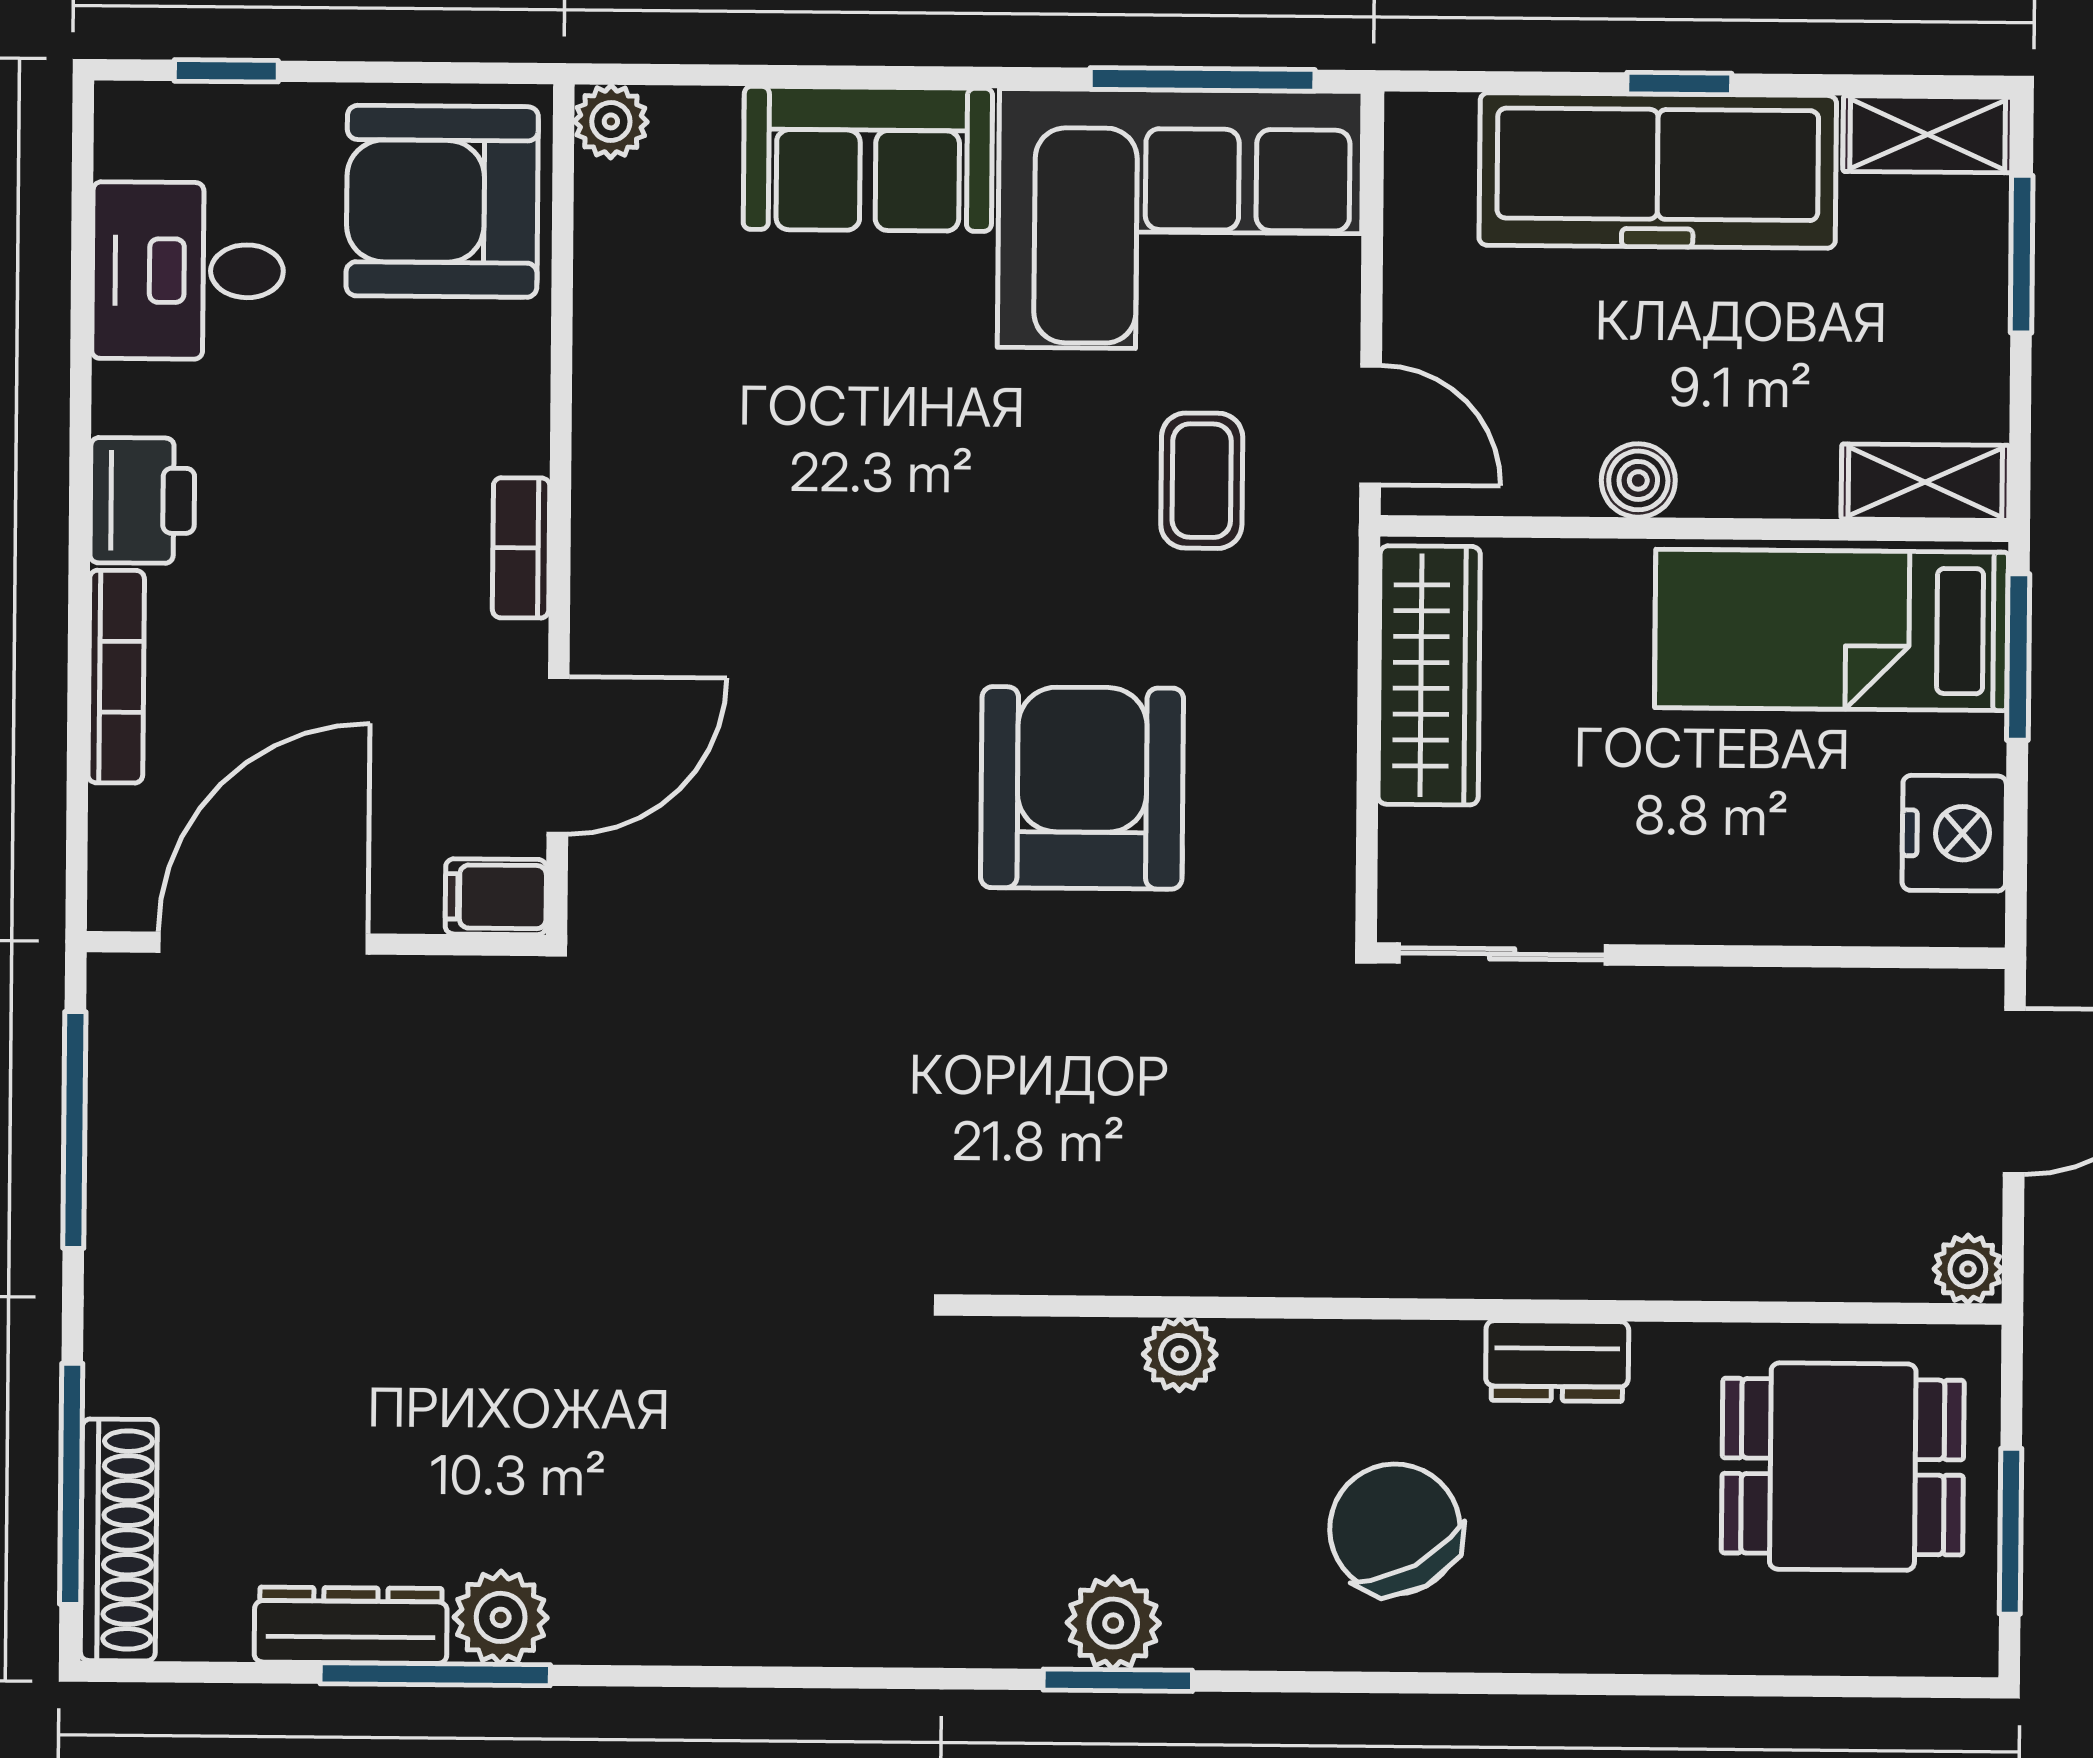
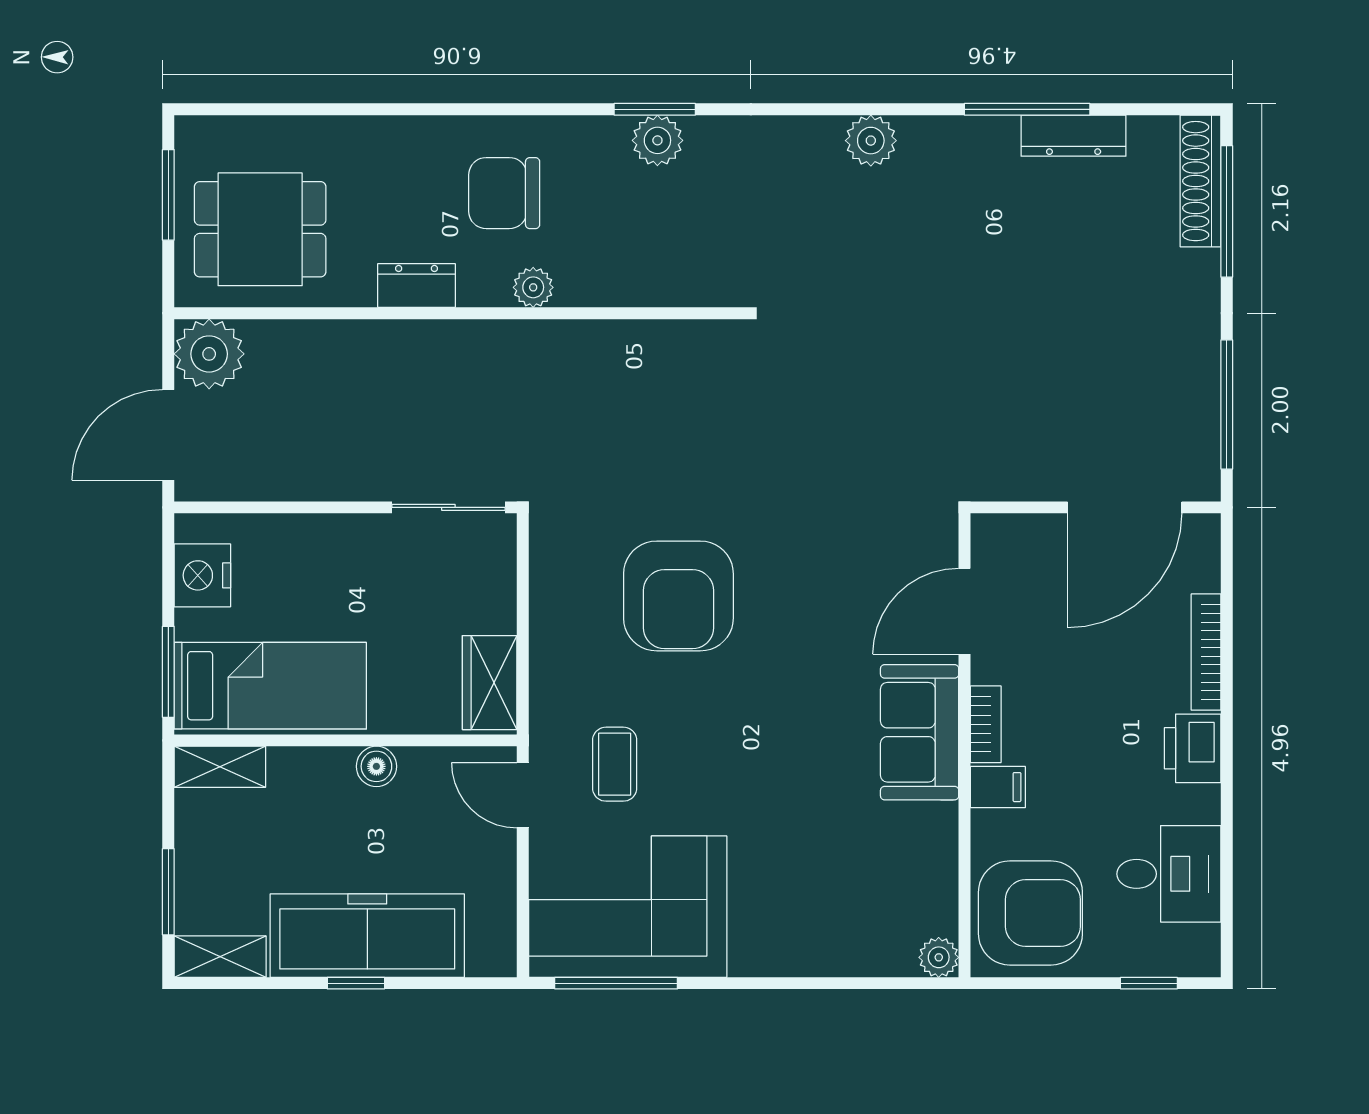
sofa: (868, 159) -> (920, 732), moved, turned -90
wardrobe: (1429, 675) -> (490, 683), width x0.67
filing cabinet: (496, 897) -> (998, 787), moved
plant: (1968, 1269) -> (209, 354), width x1.88, depth x1.88
plant: (1180, 1354) -> (533, 287), moved
chair: (1395, 1529) -> (504, 193), turned 119
plant: (501, 1617) -> (871, 141), moved

